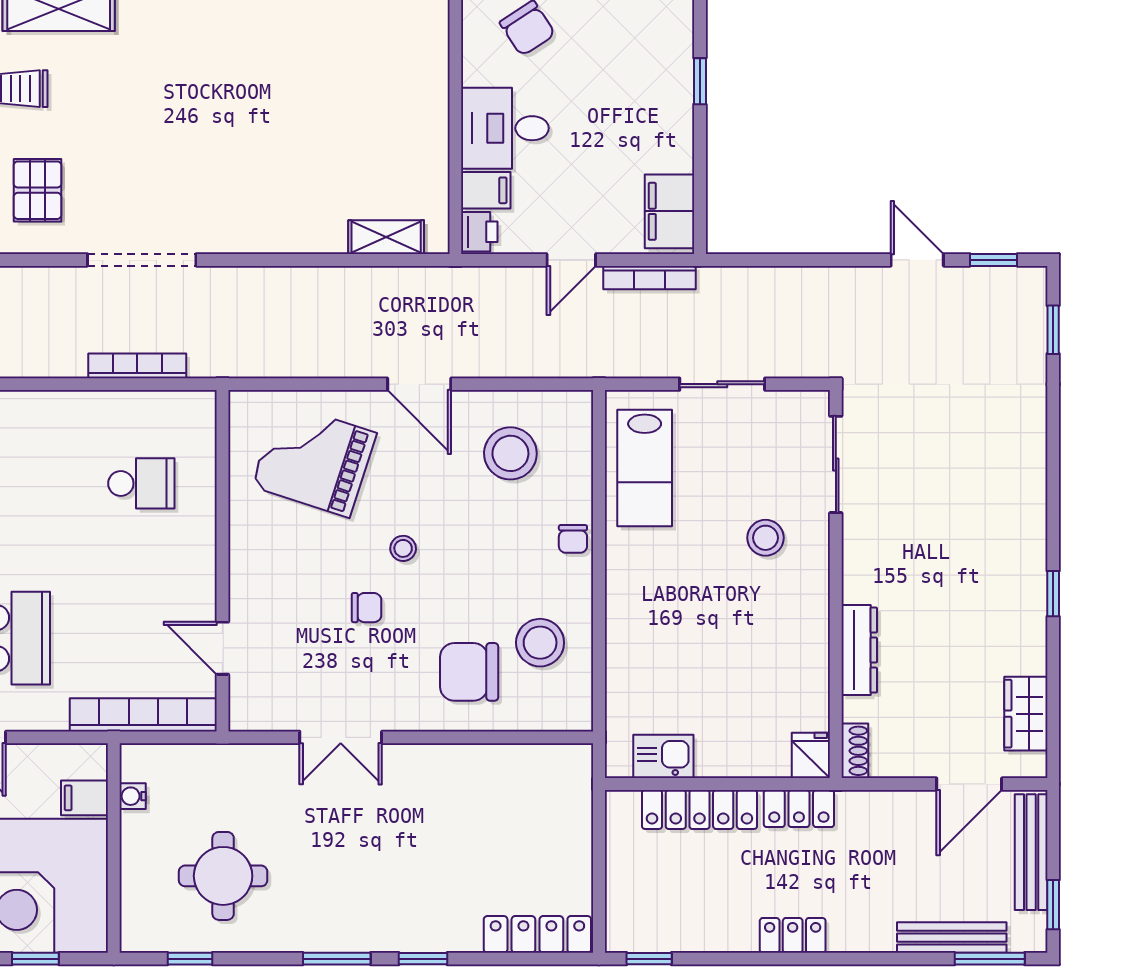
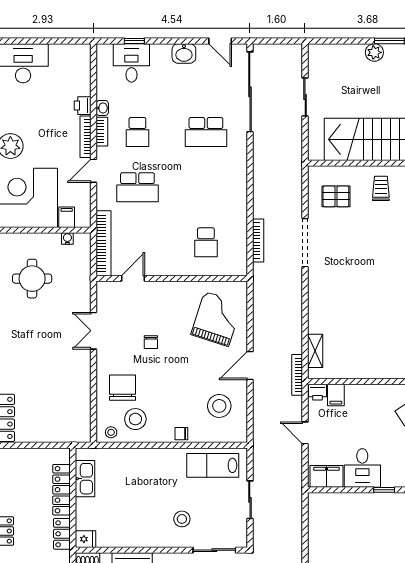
desk: (505, 128) -> (362, 468), moved, turned 180
bookcase: (650, 278) -> (297, 375), moved
stool: (403, 548) -> (111, 432), moved
kitchen sink: (663, 756) -> (85, 479), width x1.38

